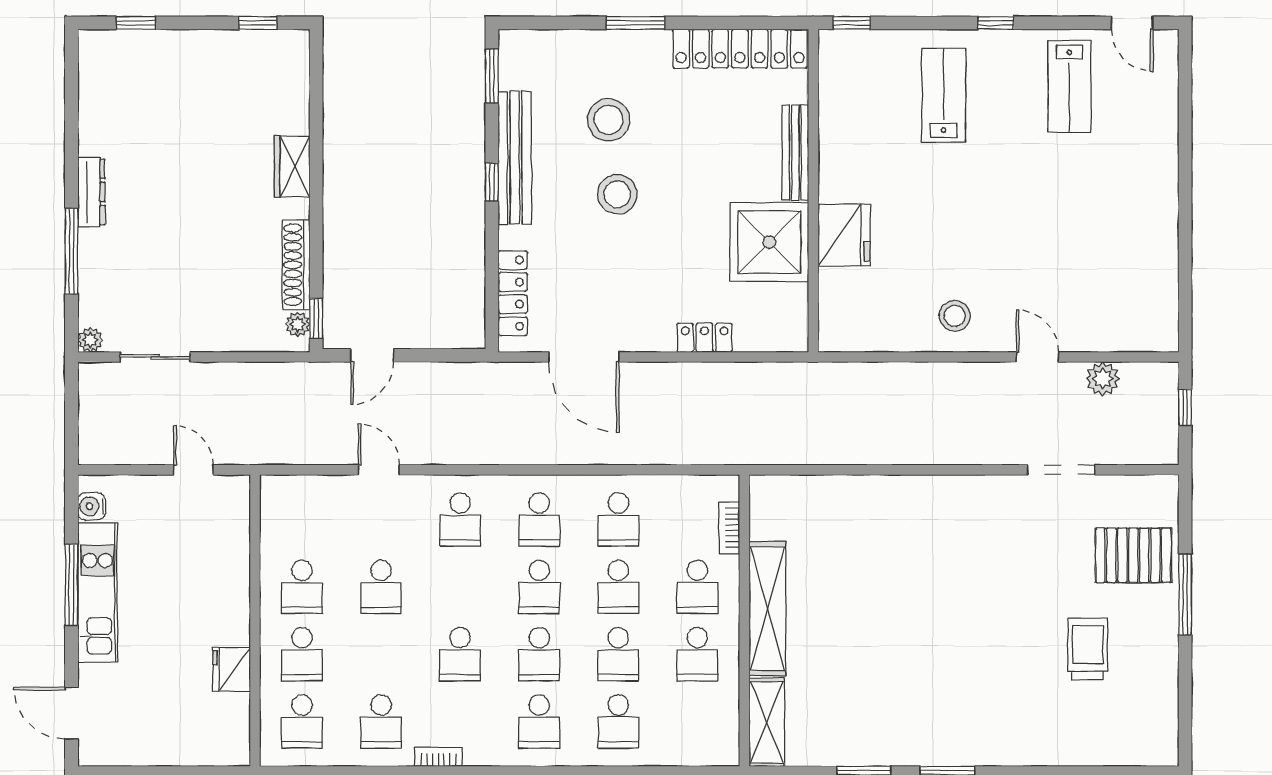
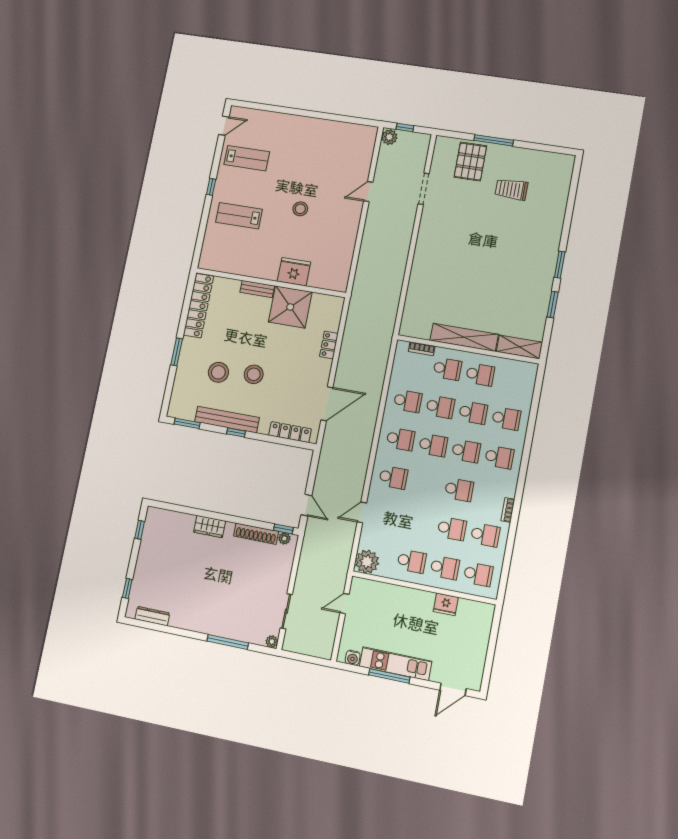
window: (852, 23) -> (197, 252), removed
bench: (795, 153) -> (257, 289), width x0.73
dresser: (91, 192) -> (152, 616), moved
stool: (955, 316) -> (300, 209), moved
plant: (1103, 379) -> (389, 137), moved
plant: (284, 499) -> (367, 562), added
school desk: (381, 587) -> (452, 529), moved

